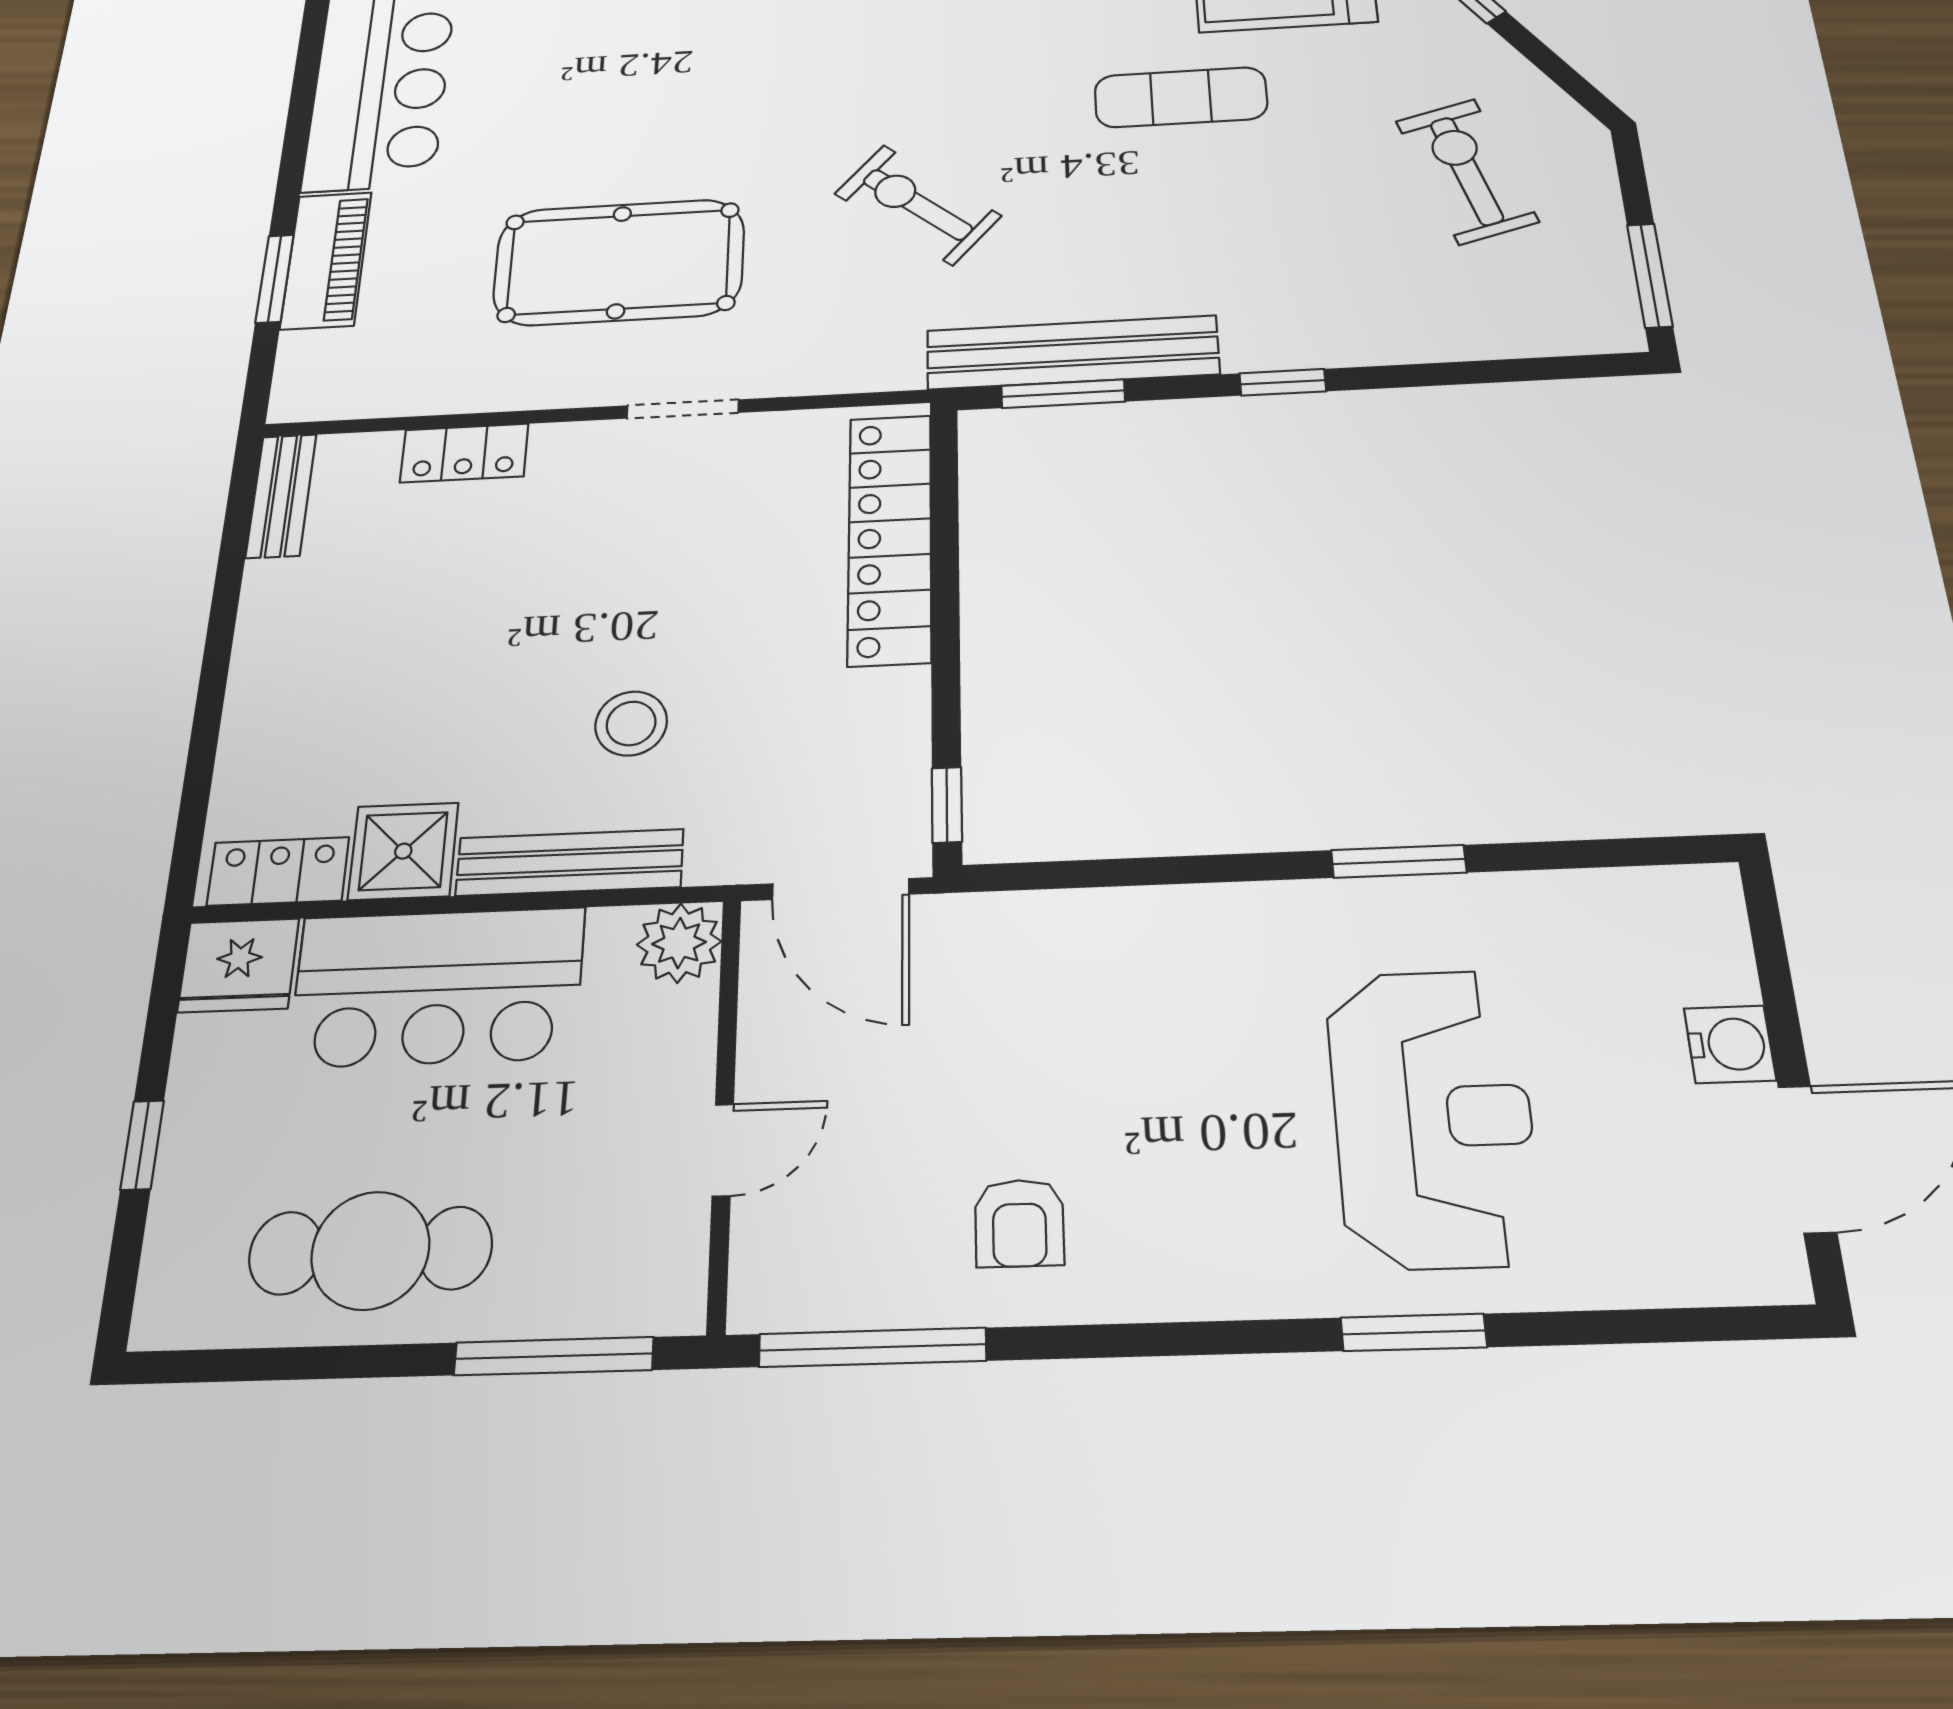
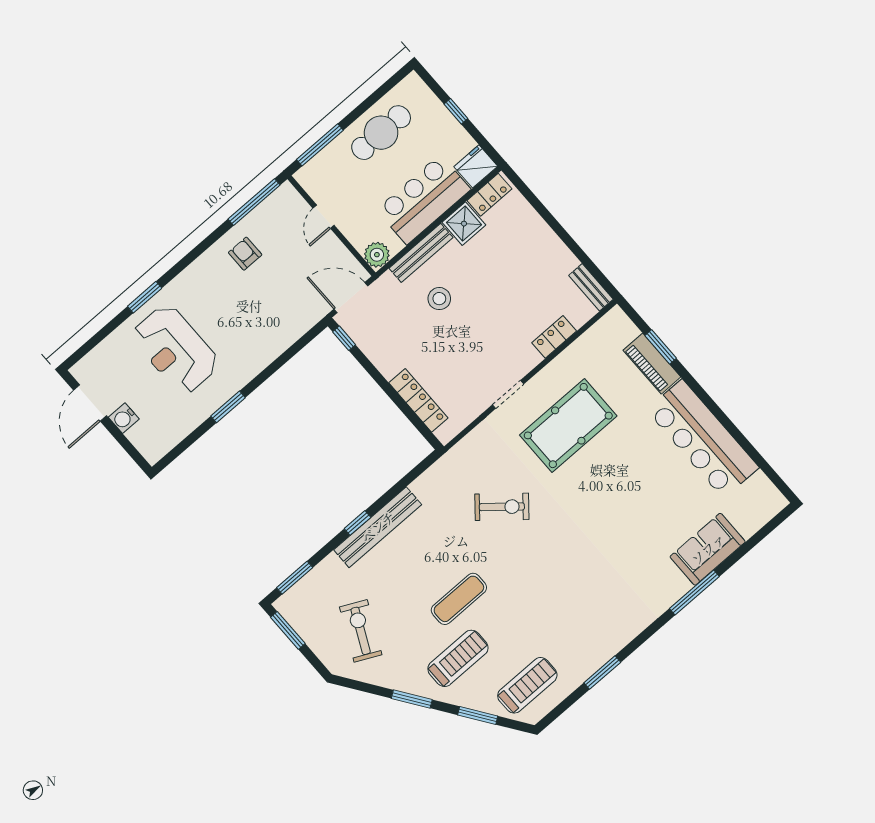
exercise bike: (1467, 171) -> (361, 631), turned -138
bench: (1072, 352) -> (378, 527), moved
window: (1063, 394) -> (295, 578), moved
locker: (890, 538) -> (418, 400), width x0.71, depth x0.83

